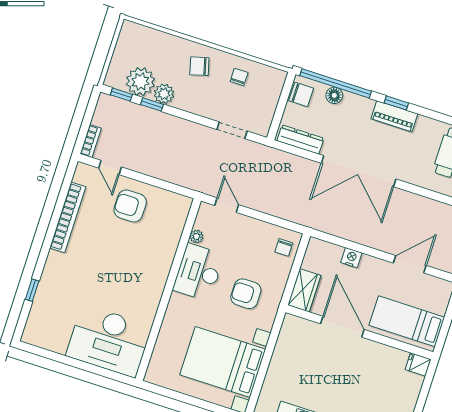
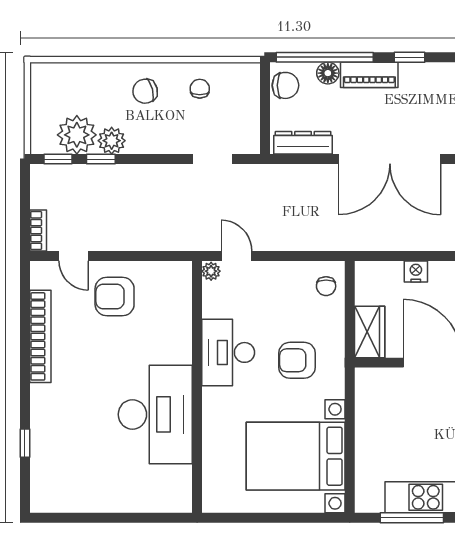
piano: (394, 116) -> (369, 75), moved
plant: (196, 236) -> (211, 271), moved
desk: (109, 341) -> (155, 414), moved, turned -90

